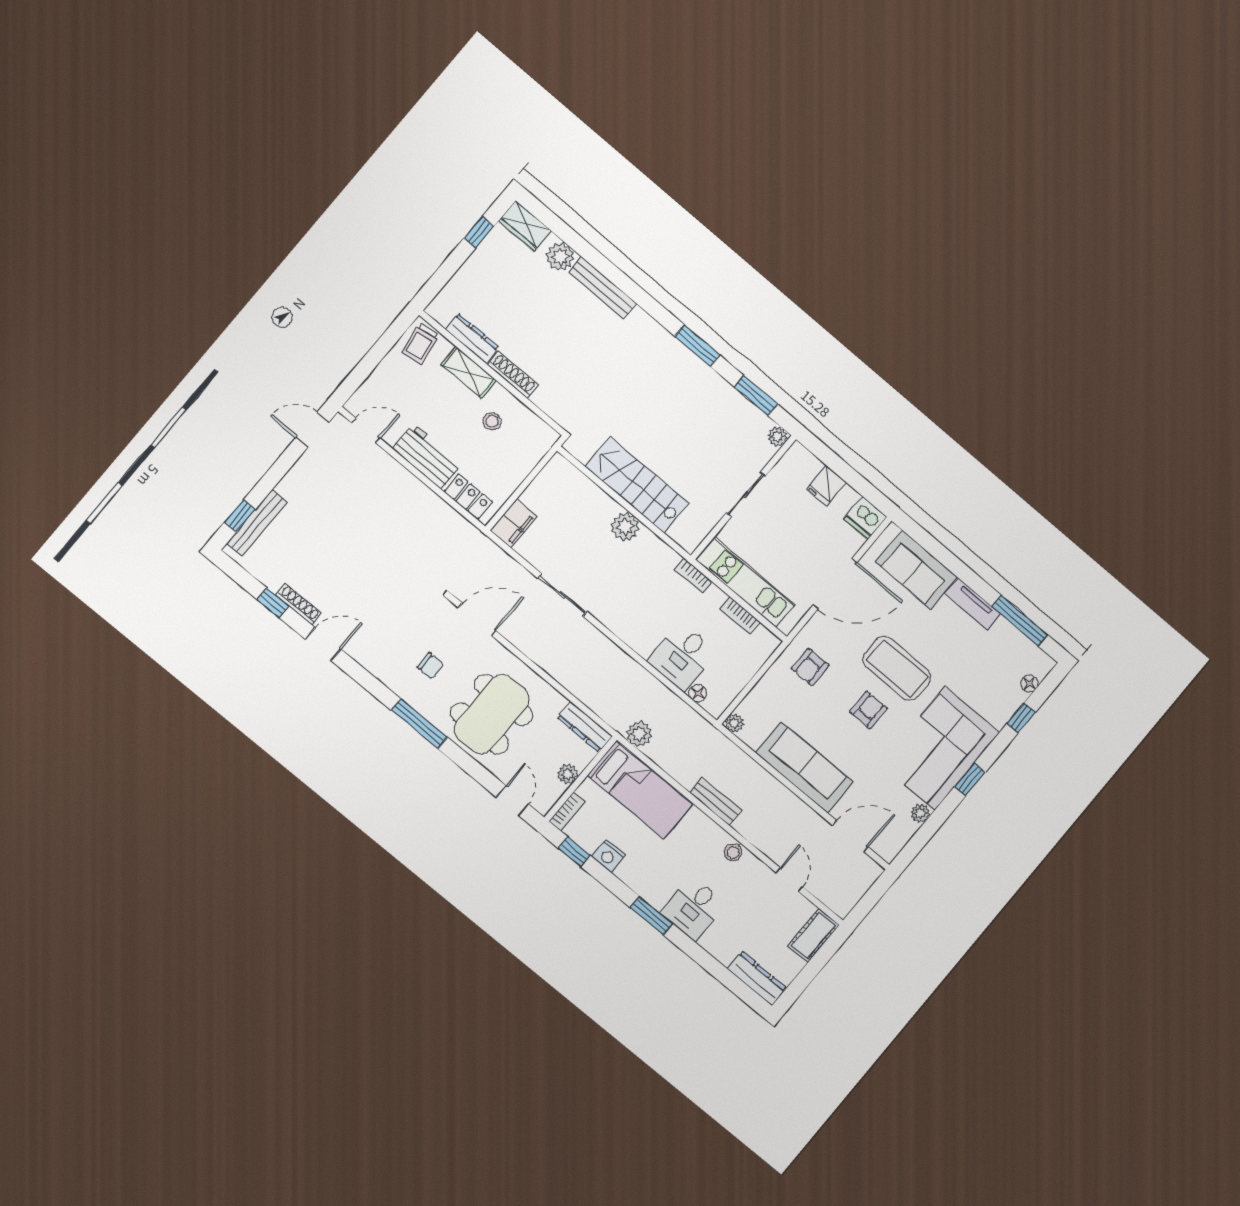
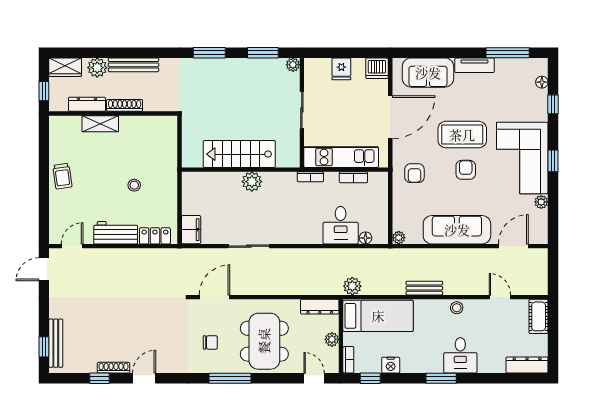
dresser: (472, 338) -> (87, 104), moved
shelving: (469, 372) -> (100, 124), moved
wall: (493, 373) -> (113, 114), moved
shoe rack: (513, 375) -> (125, 105), moved

